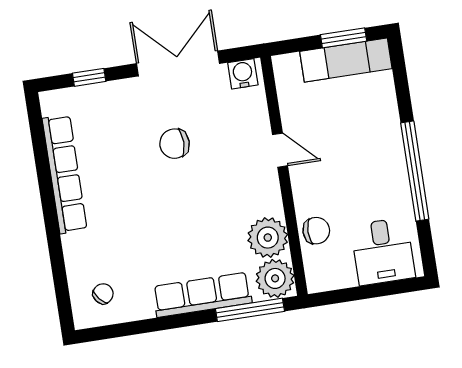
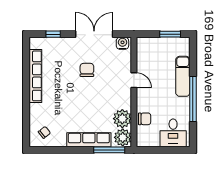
exam couch: (346, 60) -> (183, 76), moved, turned 90
chair: (175, 144) -> (87, 70), turned 90

